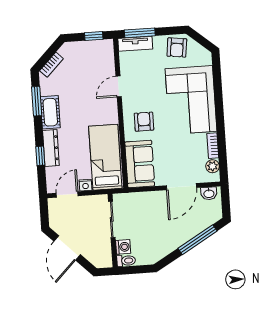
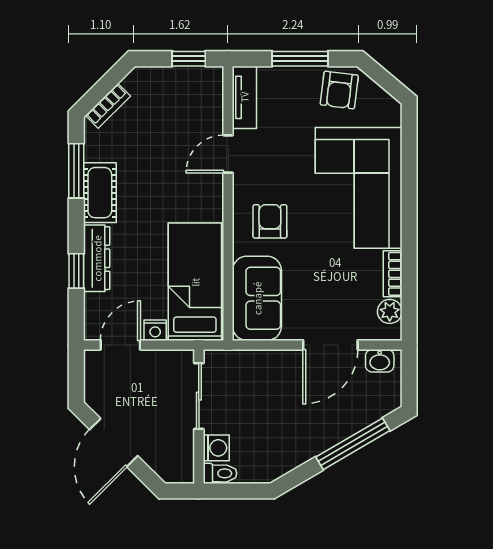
window: (140, 33) -> (300, 59), moved
tv unit: (135, 44) -> (244, 97), moved, turned -90

